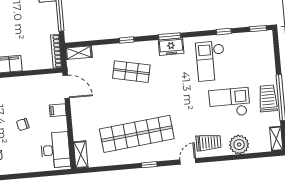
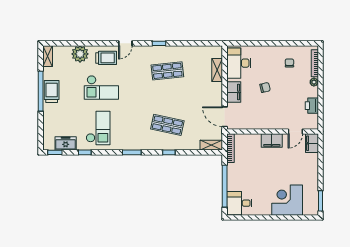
freezer: (171, 47) -> (66, 143), moved
trolley: (268, 98) -> (52, 92), turned 180
checkout: (230, 103) -> (101, 87), moved
filing cabinet: (58, 110) -> (234, 92), width x2.00
shop shelf: (137, 134) -> (167, 71), width x0.50, depth x0.74
trolley: (209, 143) -> (106, 58), turned 180
shelving: (81, 155) -> (217, 70), moved

